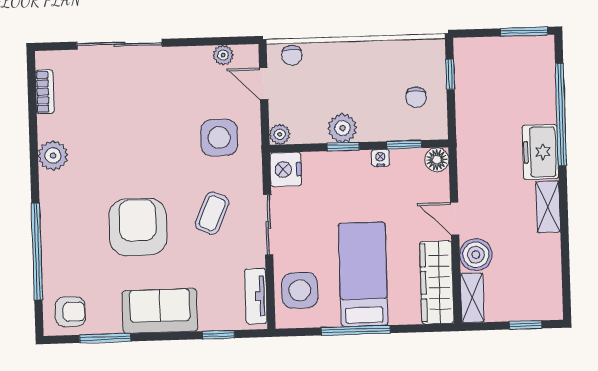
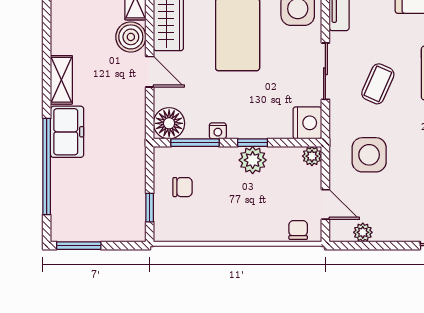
chair: (416, 97) -> (183, 187), turned 90
window: (404, 145) -> (195, 143), width x1.50
floor lamp: (437, 160) -> (169, 123), width x1.38, depth x1.38

